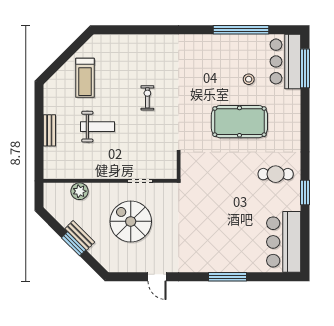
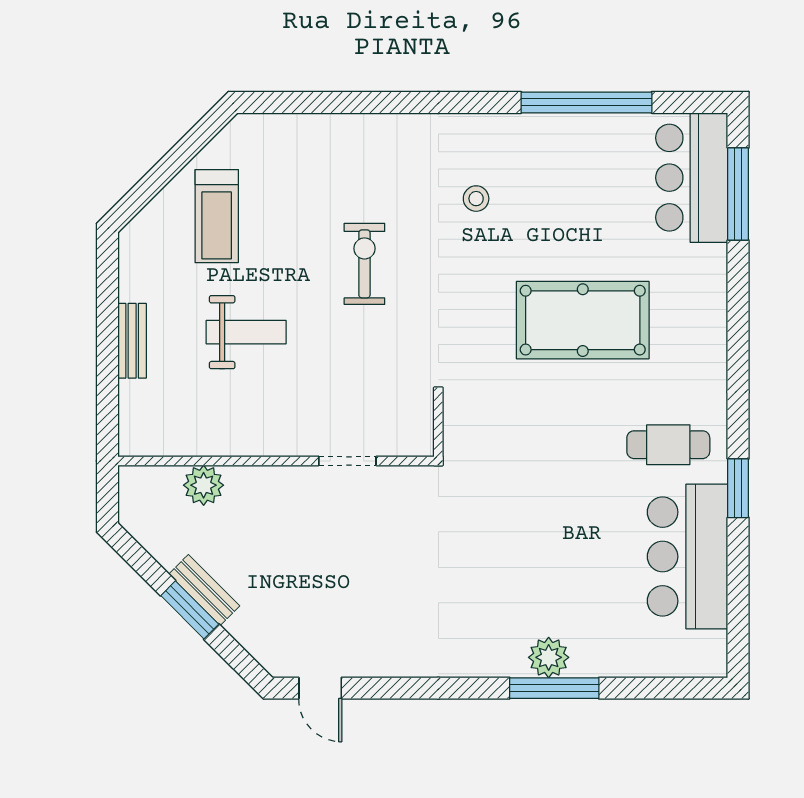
stool: (249, 79) -> (476, 199), moved
exercise bike: (147, 98) -> (364, 264), width x1.38, depth x1.39
spiral stairs: (131, 221) -> (325, 557), removed
bar counter: (284, 242) -> (687, 557), moved
plant: (225, 264) -> (549, 657), added
door: (157, 277) -> (320, 688), moved

